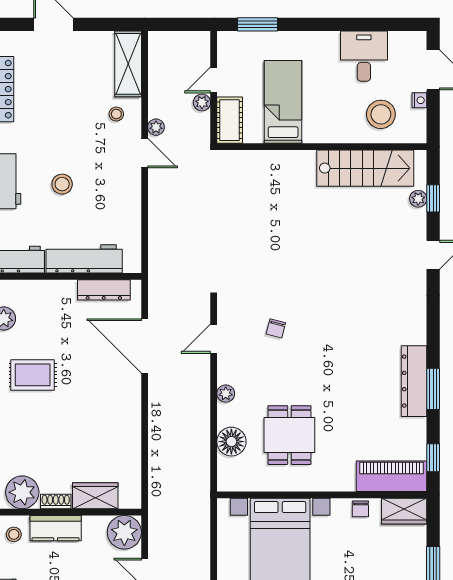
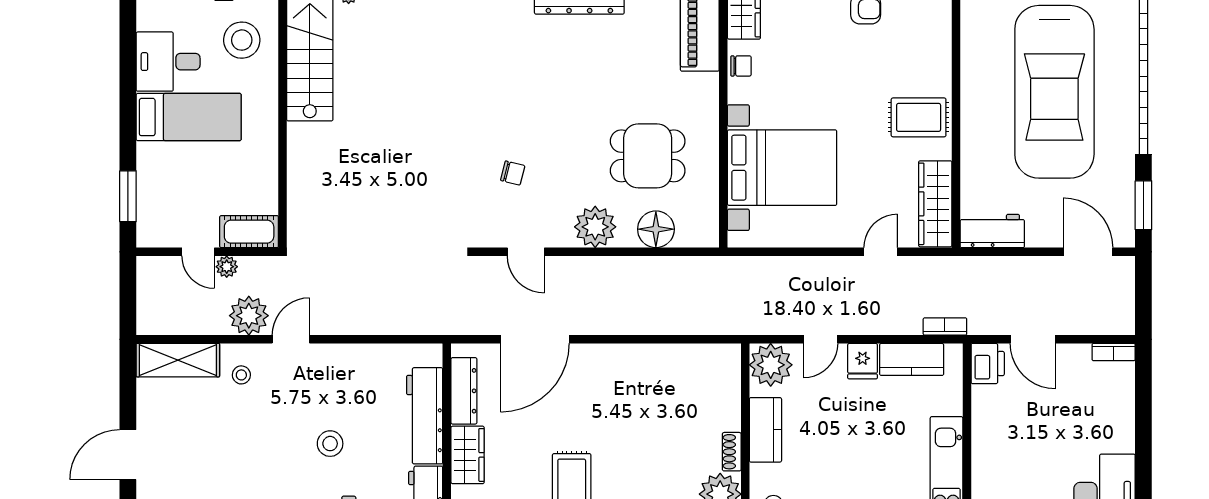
bed: (283, 102) -> (189, 117), moved, turned 180
plant: (156, 127) -> (249, 316), width x1.87, depth x1.87
plant: (226, 394) -> (595, 227), width x1.88, depth x1.88
wardrobe: (95, 496) -> (468, 455), moved, turned 180
kitchen counter: (56, 528) -> (765, 430), moved

